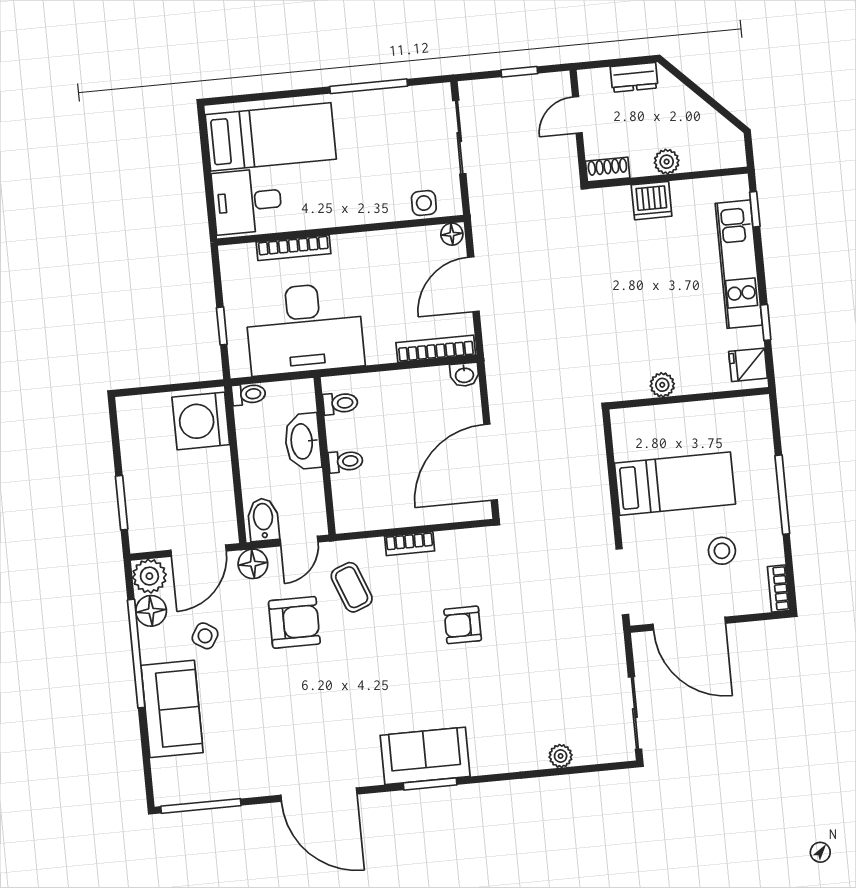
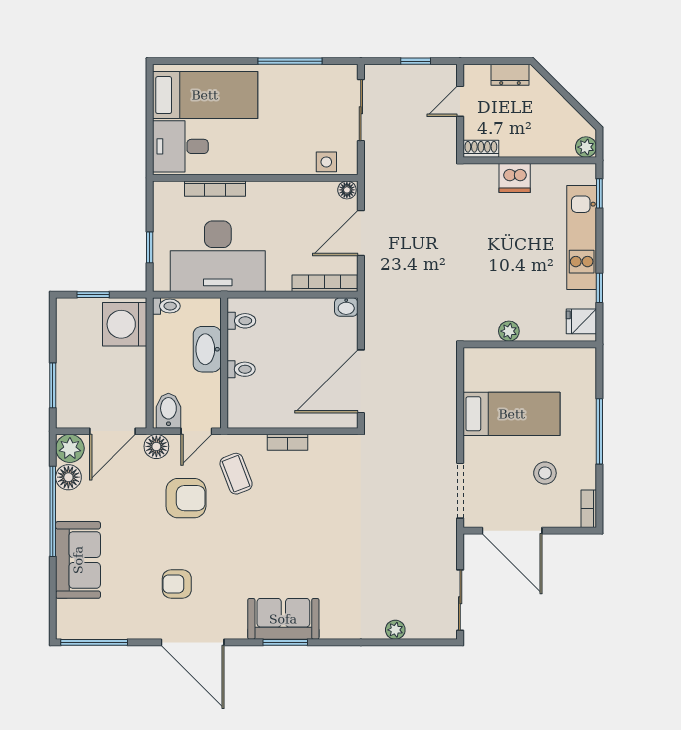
plant: (667, 162) -> (586, 147), moved
window: (160, 389) -> (93, 295), added
armchair: (463, 625) -> (177, 584), moved
side table: (205, 636) -> (111, 502), removed

